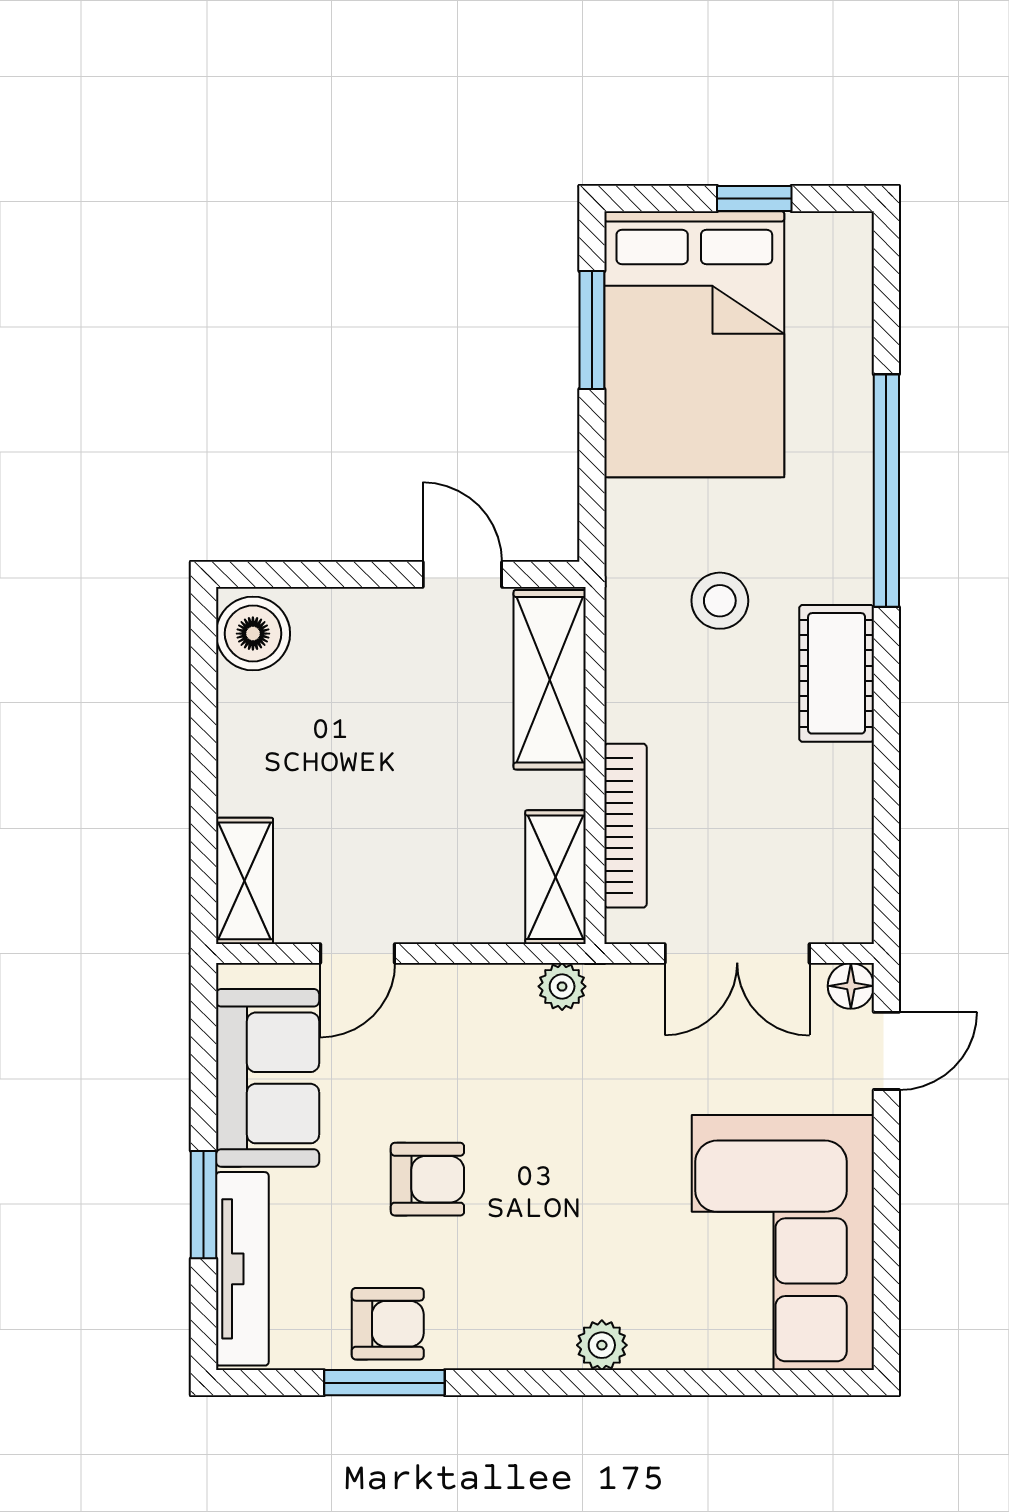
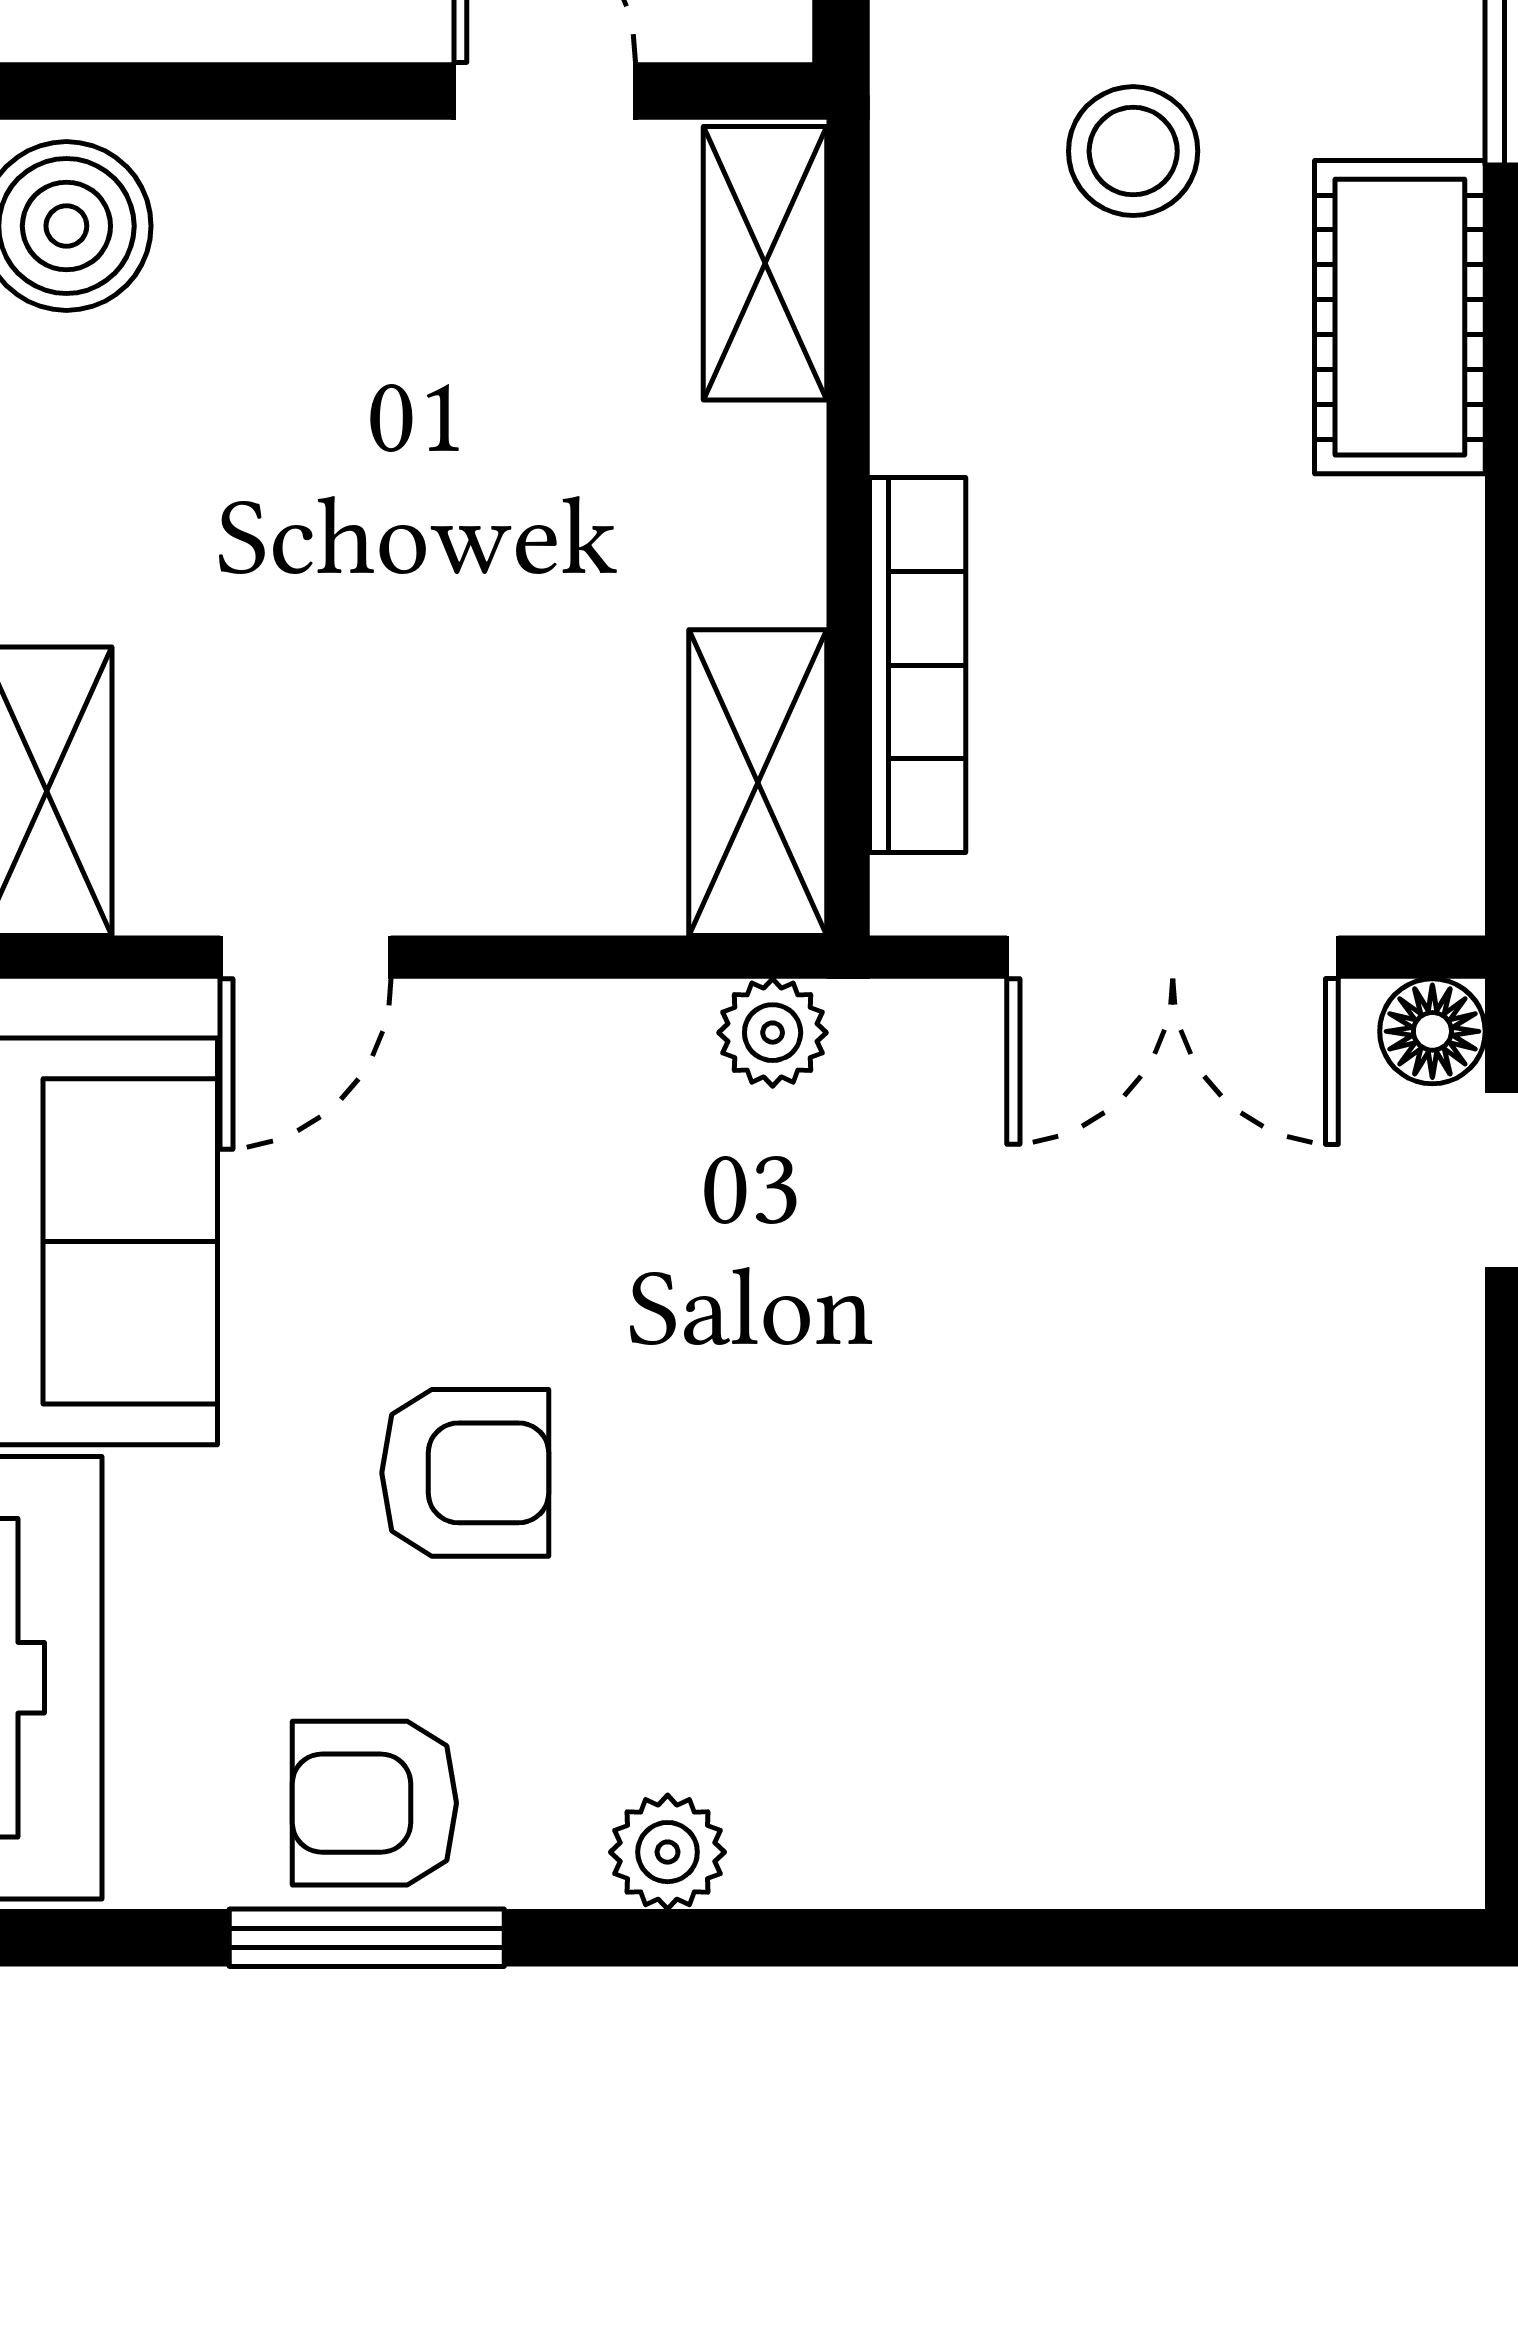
shelving: (550, 680) -> (765, 263), width x0.67, depth x0.75
corner sofa: (783, 1243) -> (1277, 1618), removed
armchair: (388, 1324) -> (374, 1803), turned 180
plant: (602, 1345) -> (668, 1852), moved

